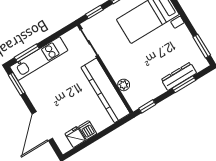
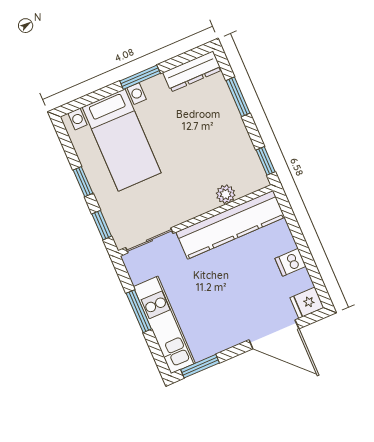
window: (202, 46) -> (140, 77), moved
window: (27, 53) -> (139, 311), moved
dresser: (179, 76) -> (192, 71), moved, turned -90
fridge: (75, 137) -> (307, 303), moved

